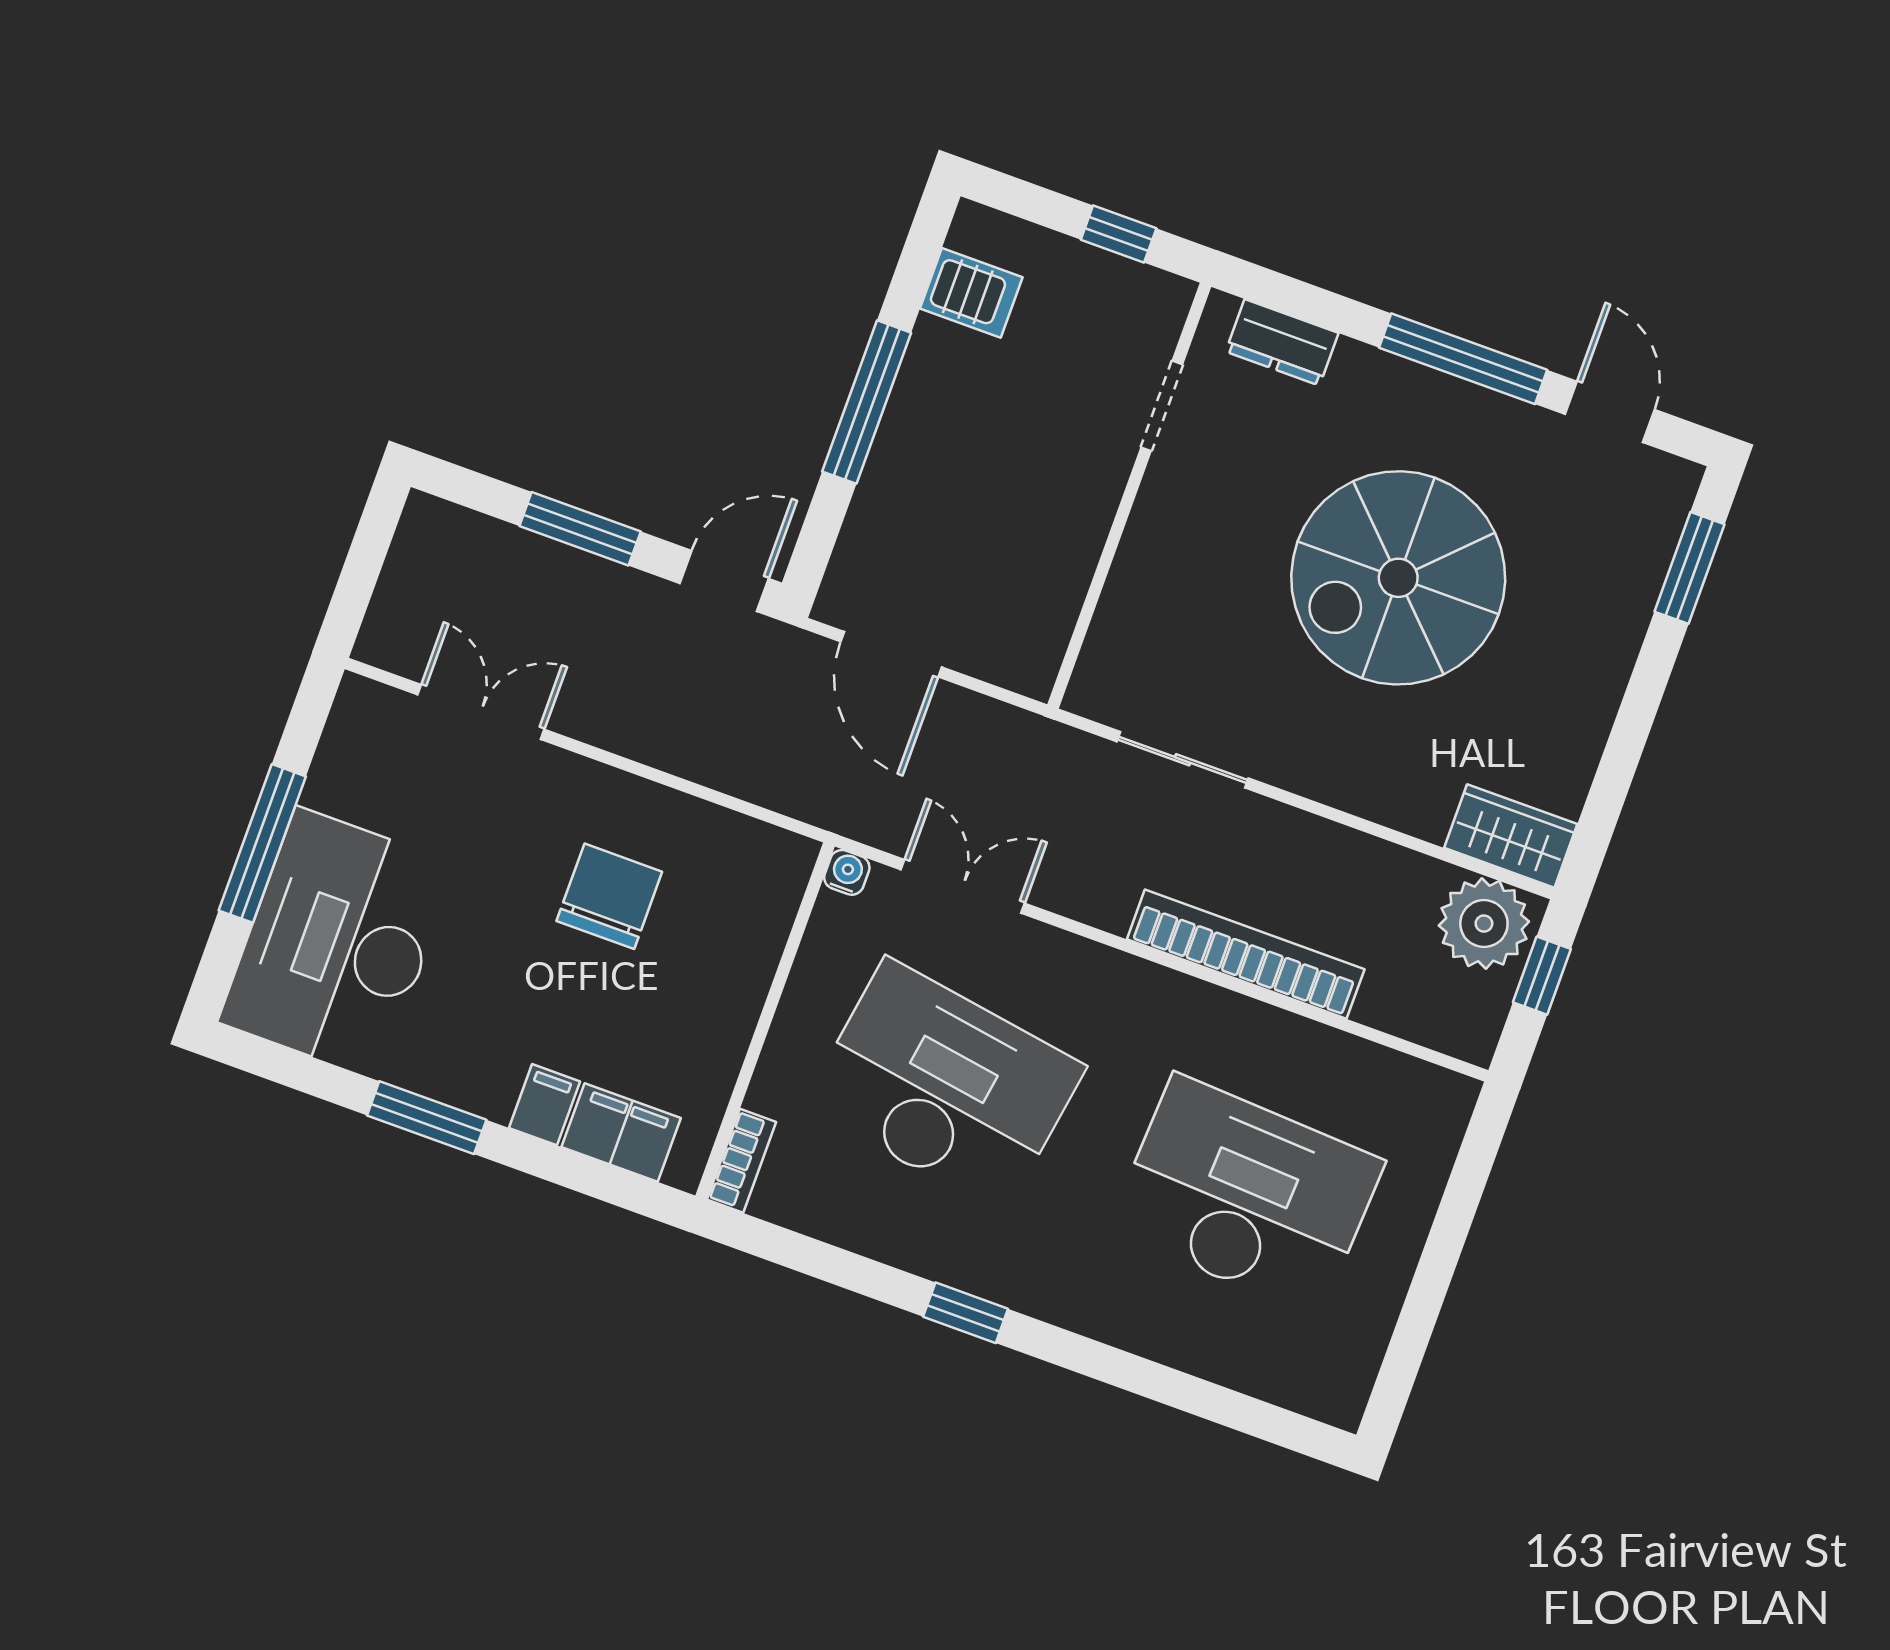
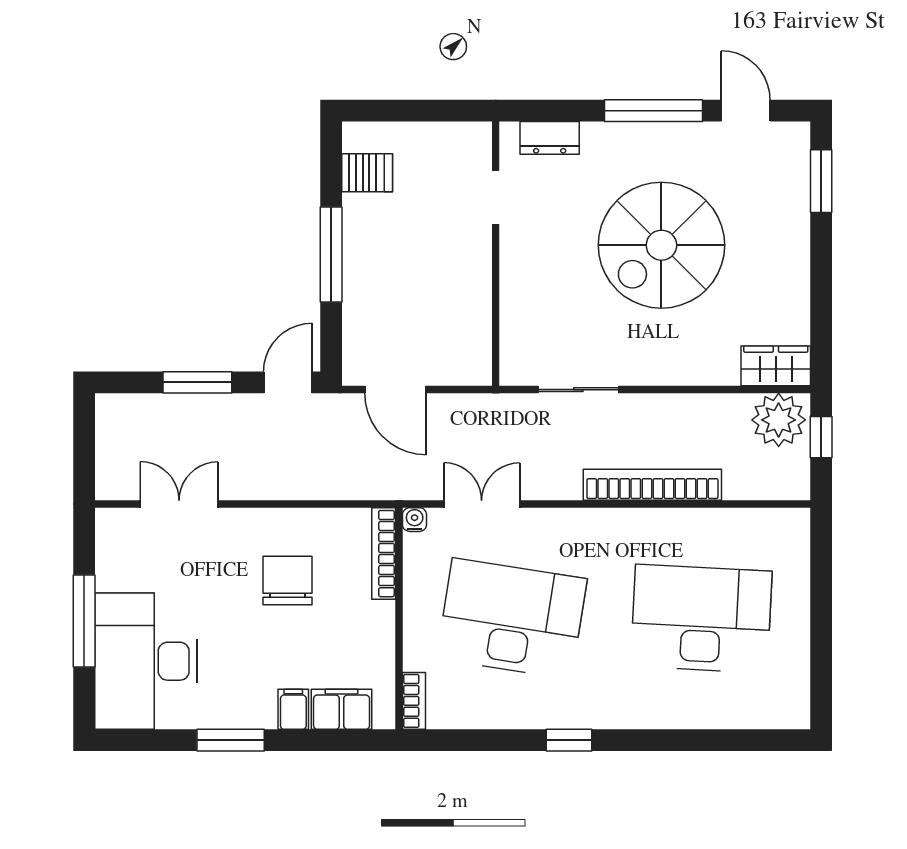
window: (1119, 234) -> (437, 111), removed
bookcase: (778, 909) -> (384, 554), added

